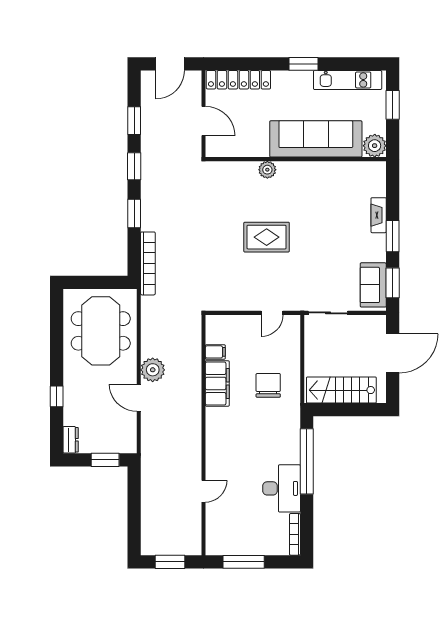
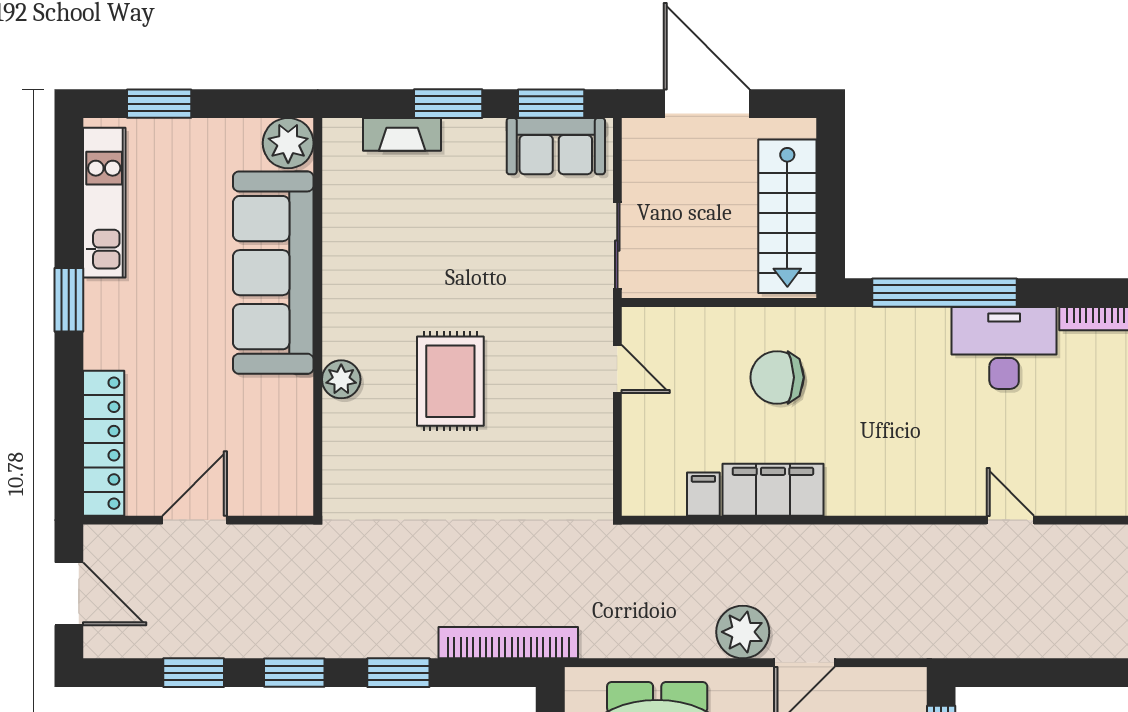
sofa: (316, 139) -> (273, 273), moved
plant: (375, 146) -> (288, 143), moved
wall: (296, 159) -> (318, 317), moved
plant: (267, 170) -> (341, 379), moved

